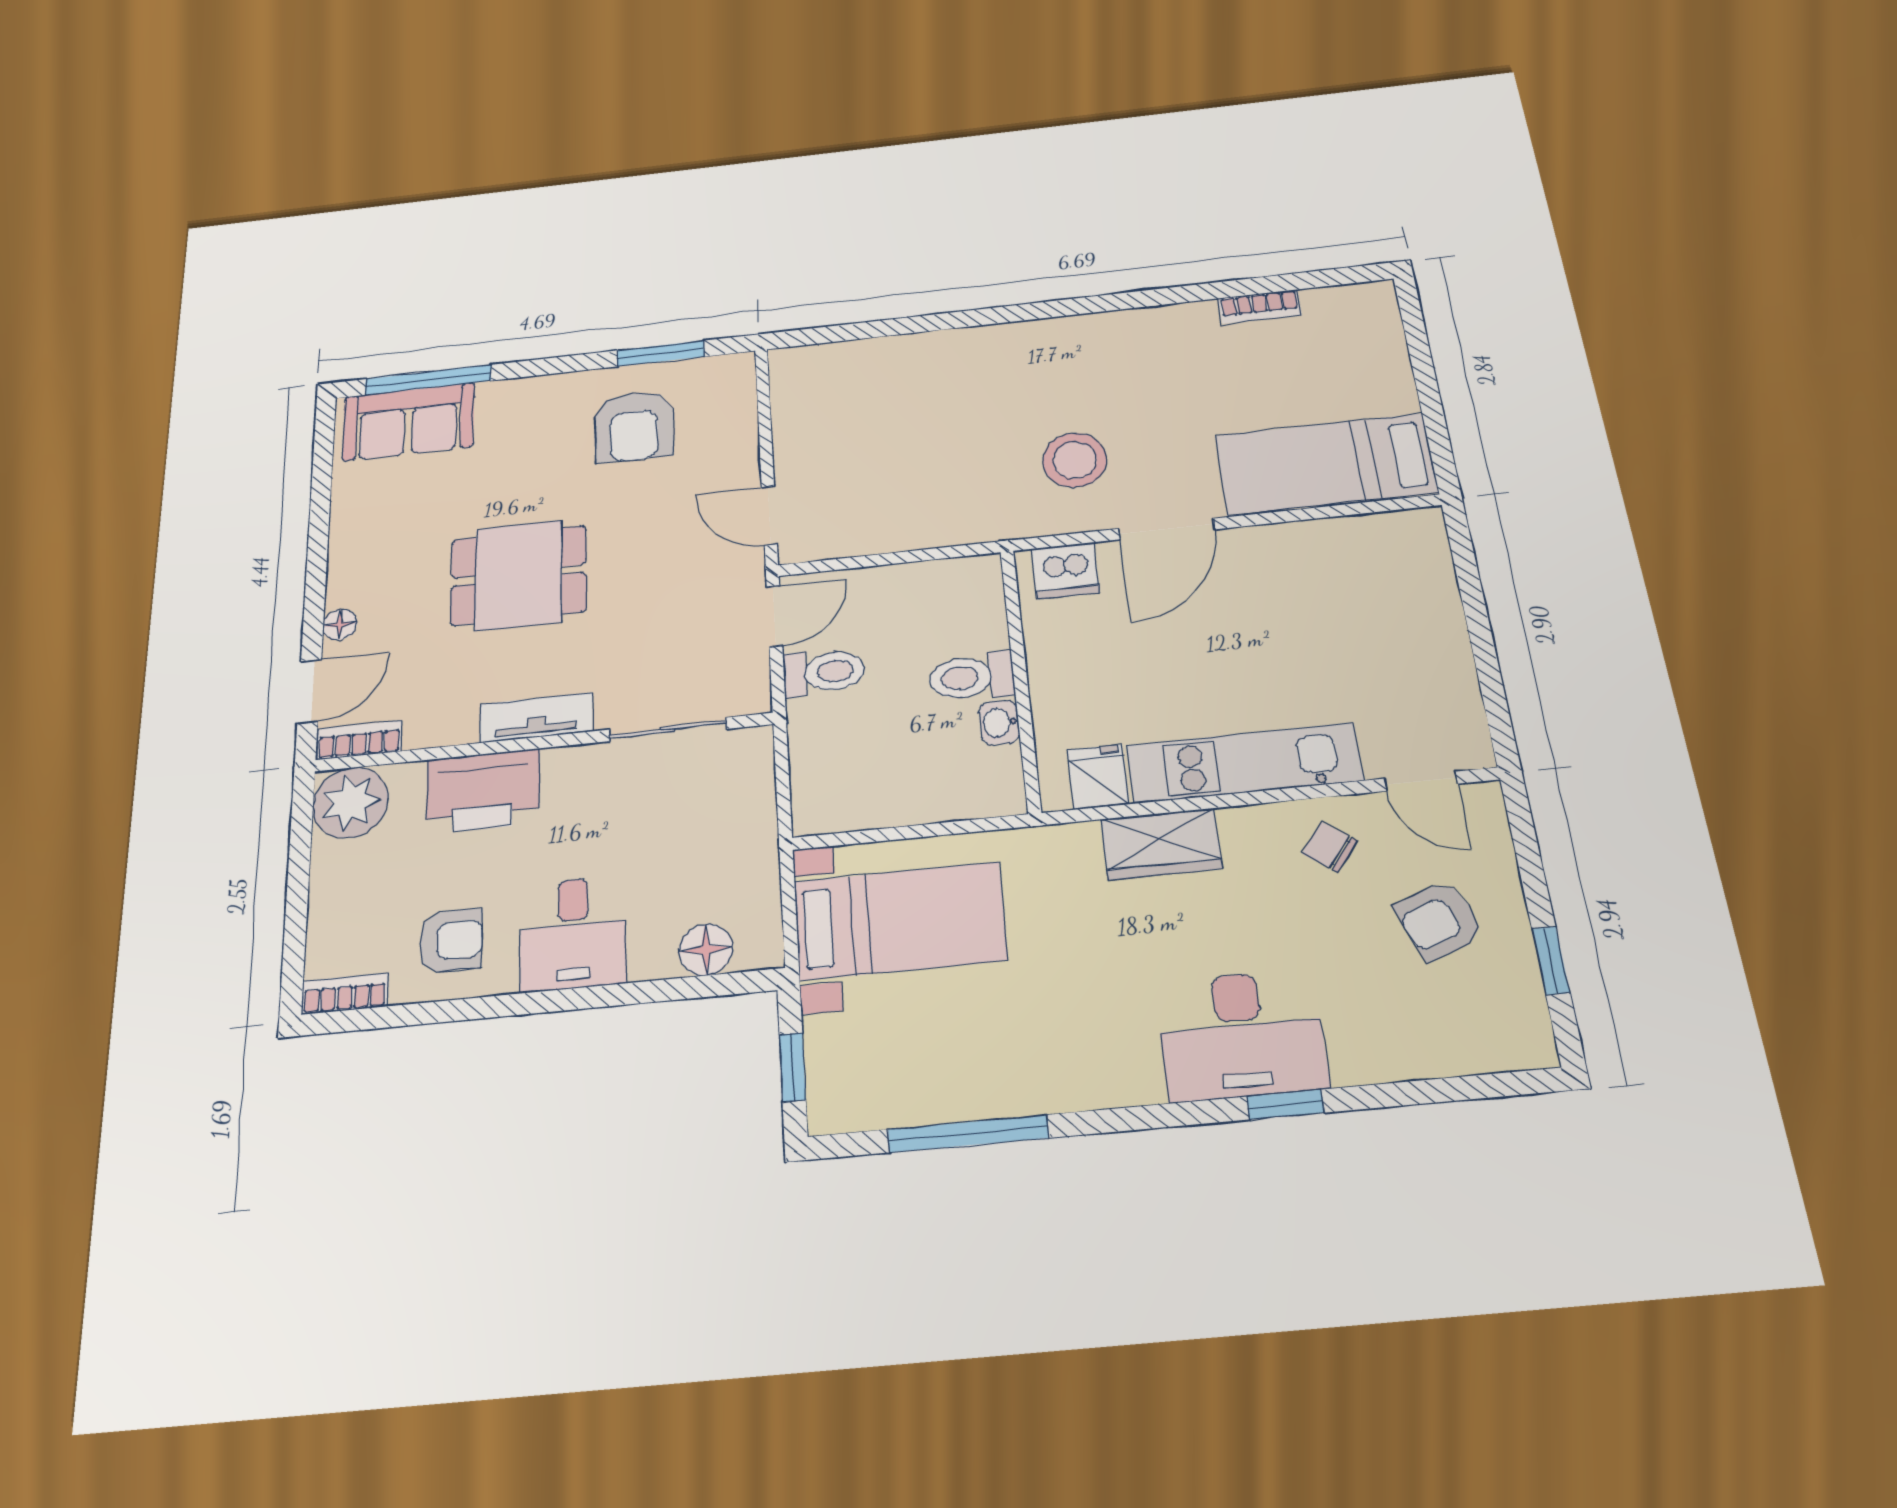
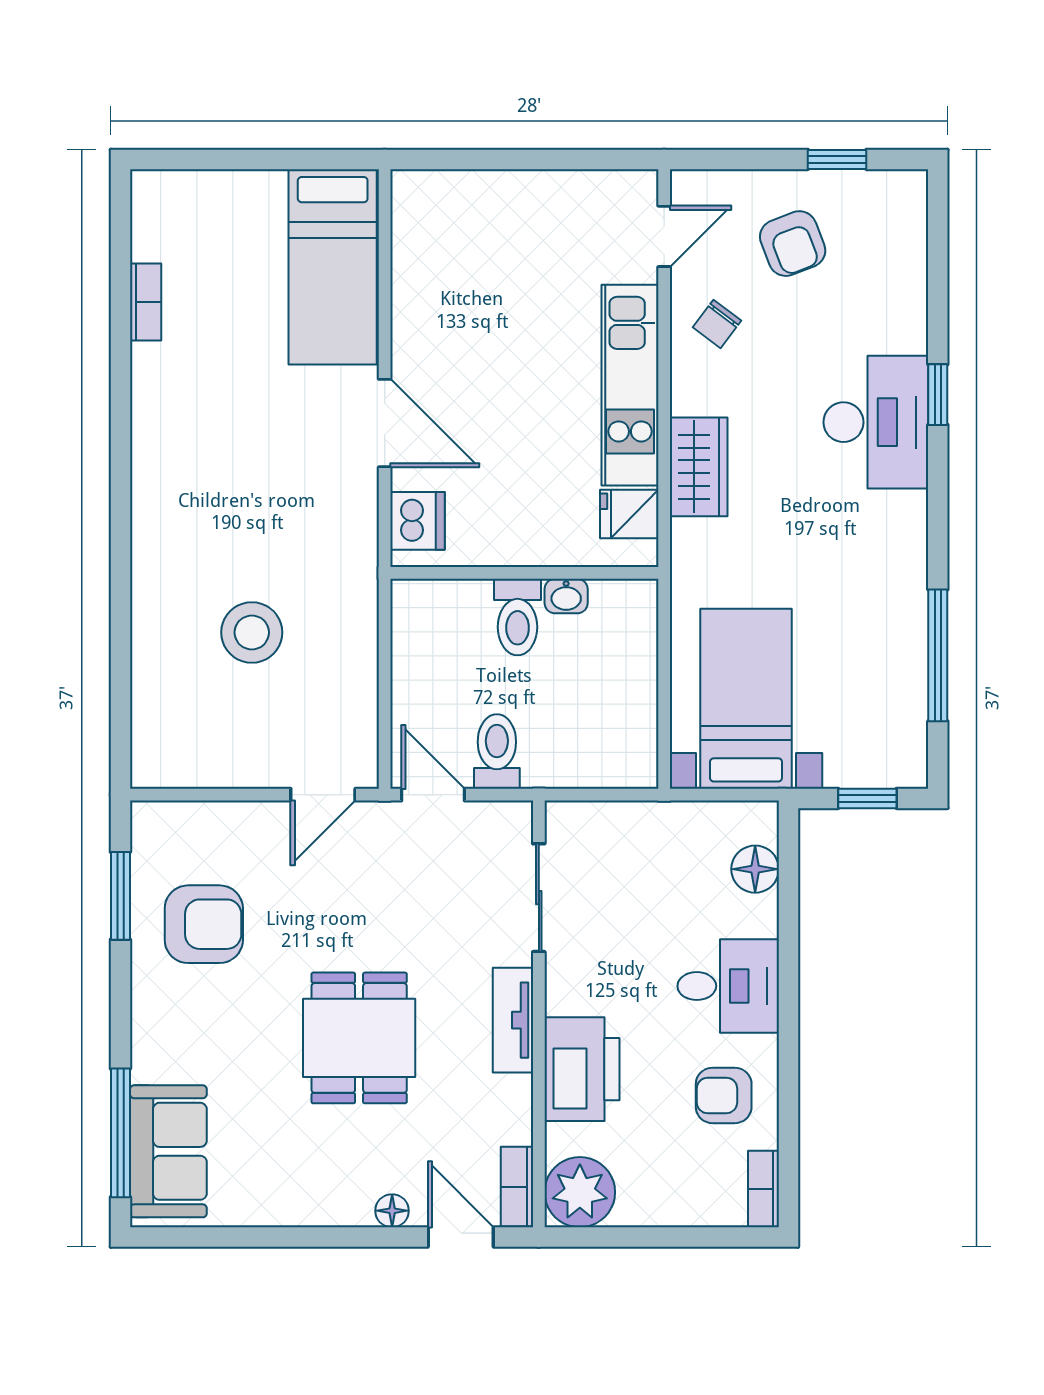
stool: (1075, 460) -> (252, 632), moved
armchair: (451, 941) -> (724, 1095), turned -90

